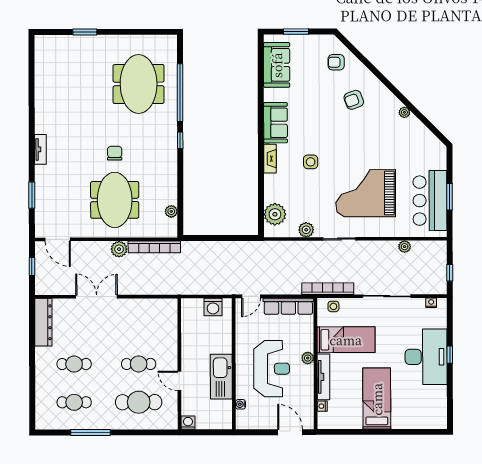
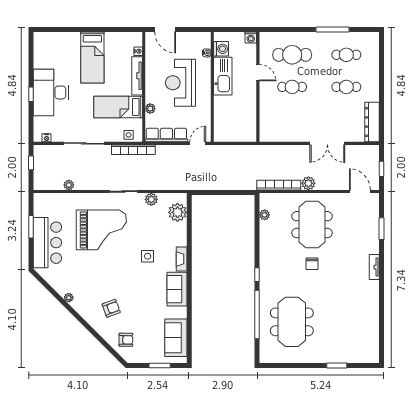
bar counter: (430, 201) -> (47, 243), moved
washing machine: (213, 307) -> (221, 49), moved, turned 90
plant: (308, 358) -> (150, 109), moved

